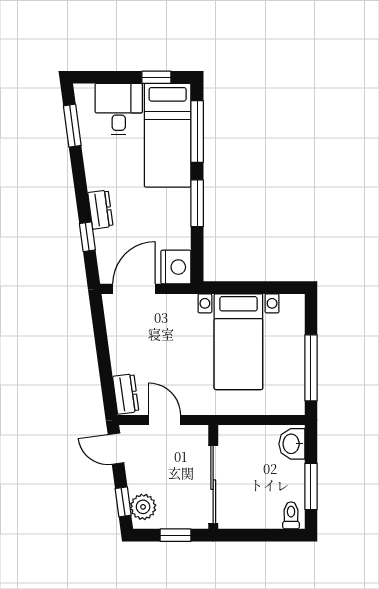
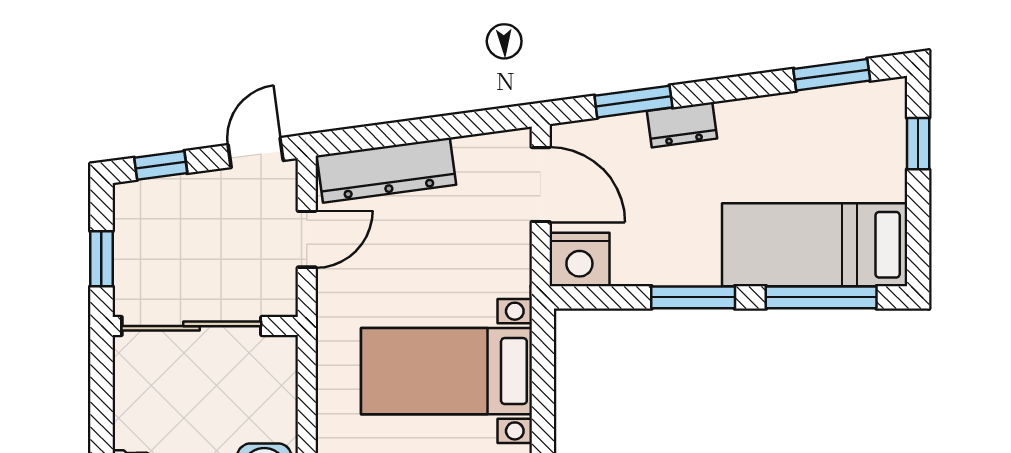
window: (156, 77) -> (918, 144), moved
desk: (119, 109) -> (862, 157), removed
window: (87, 237) -> (633, 102), width x1.50
dresser: (126, 394) -> (386, 170), width x1.96, depth x1.24
plant: (143, 507) -> (152, 201), removed

